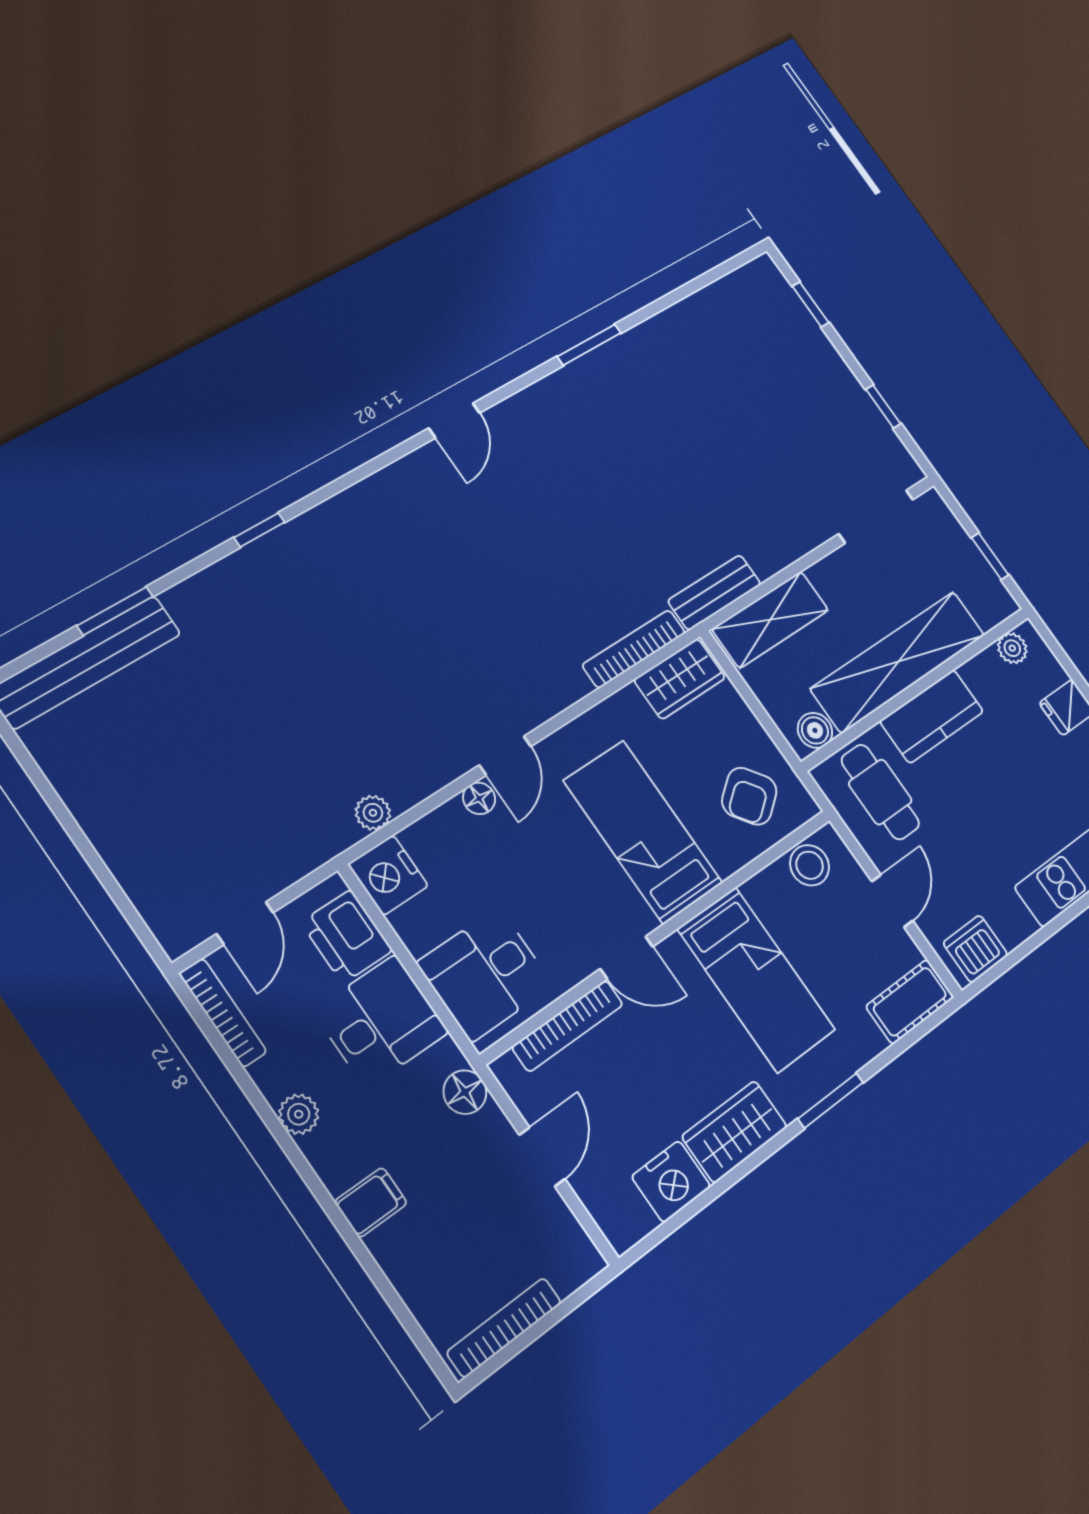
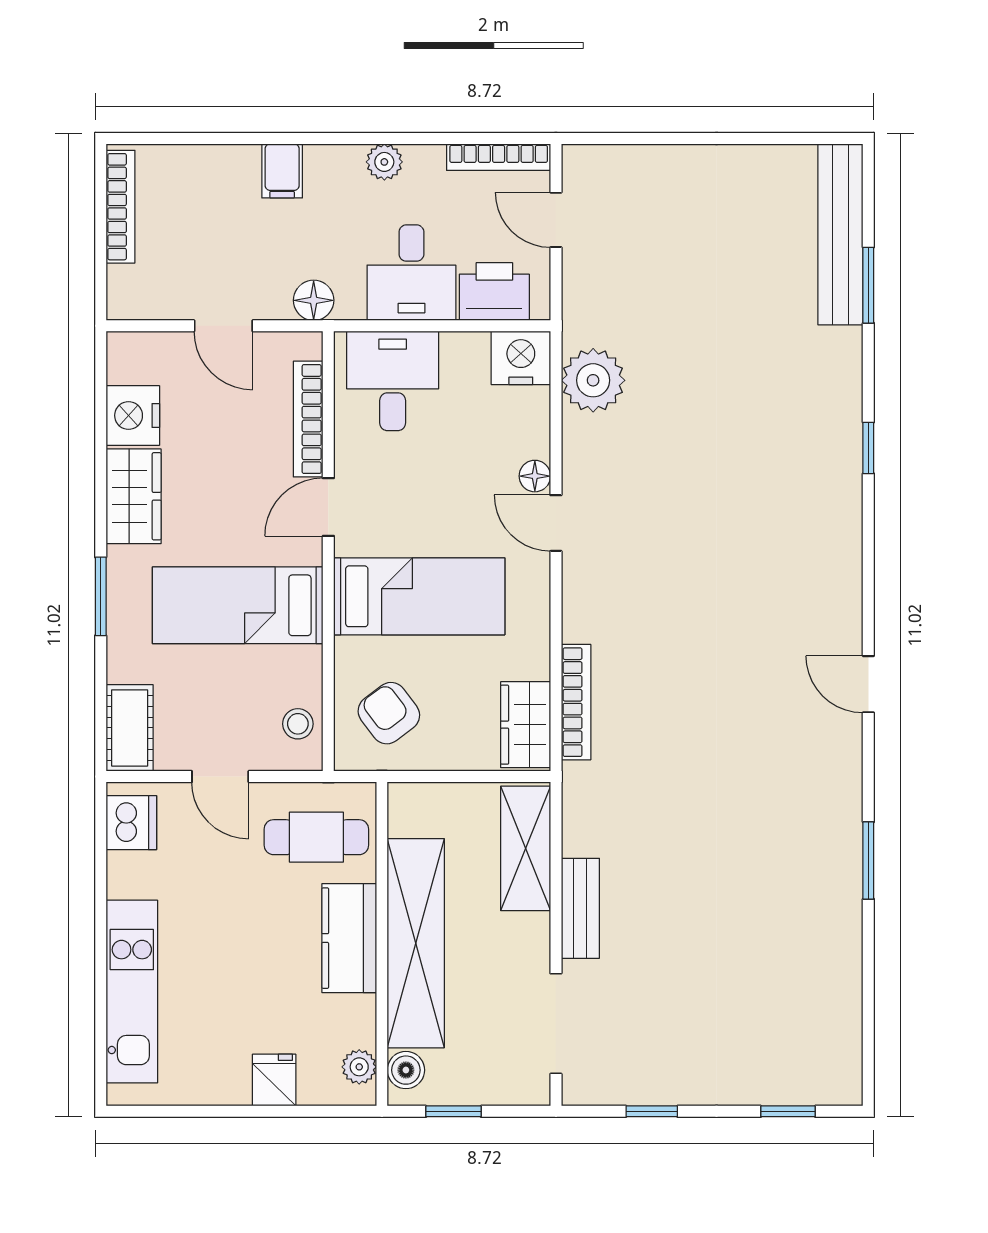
bench: (714, 592) -> (580, 908), moved
boiler: (815, 730) -> (406, 1070), moved
plant: (373, 813) -> (593, 380), width x1.88, depth x1.88
stool: (810, 865) -> (298, 724), width x0.73, depth x0.73

